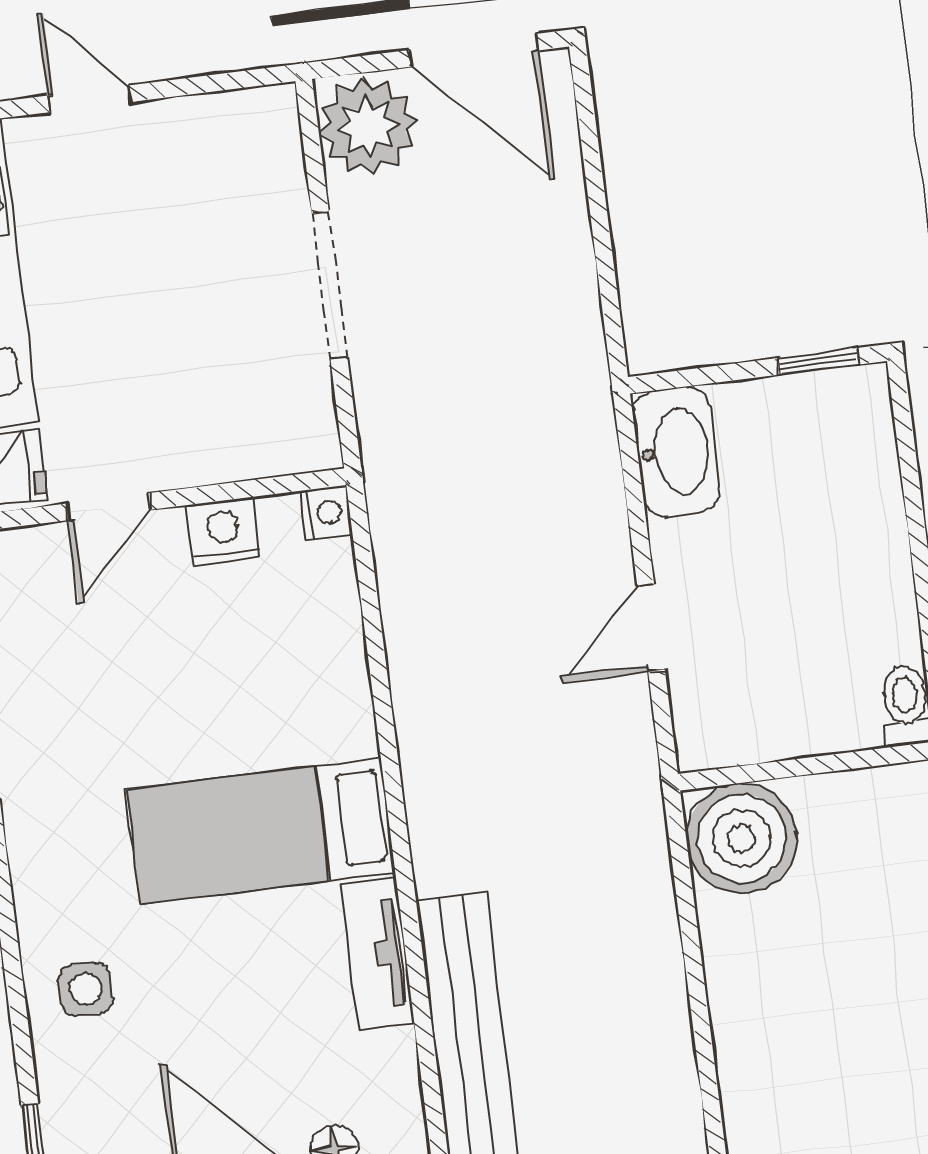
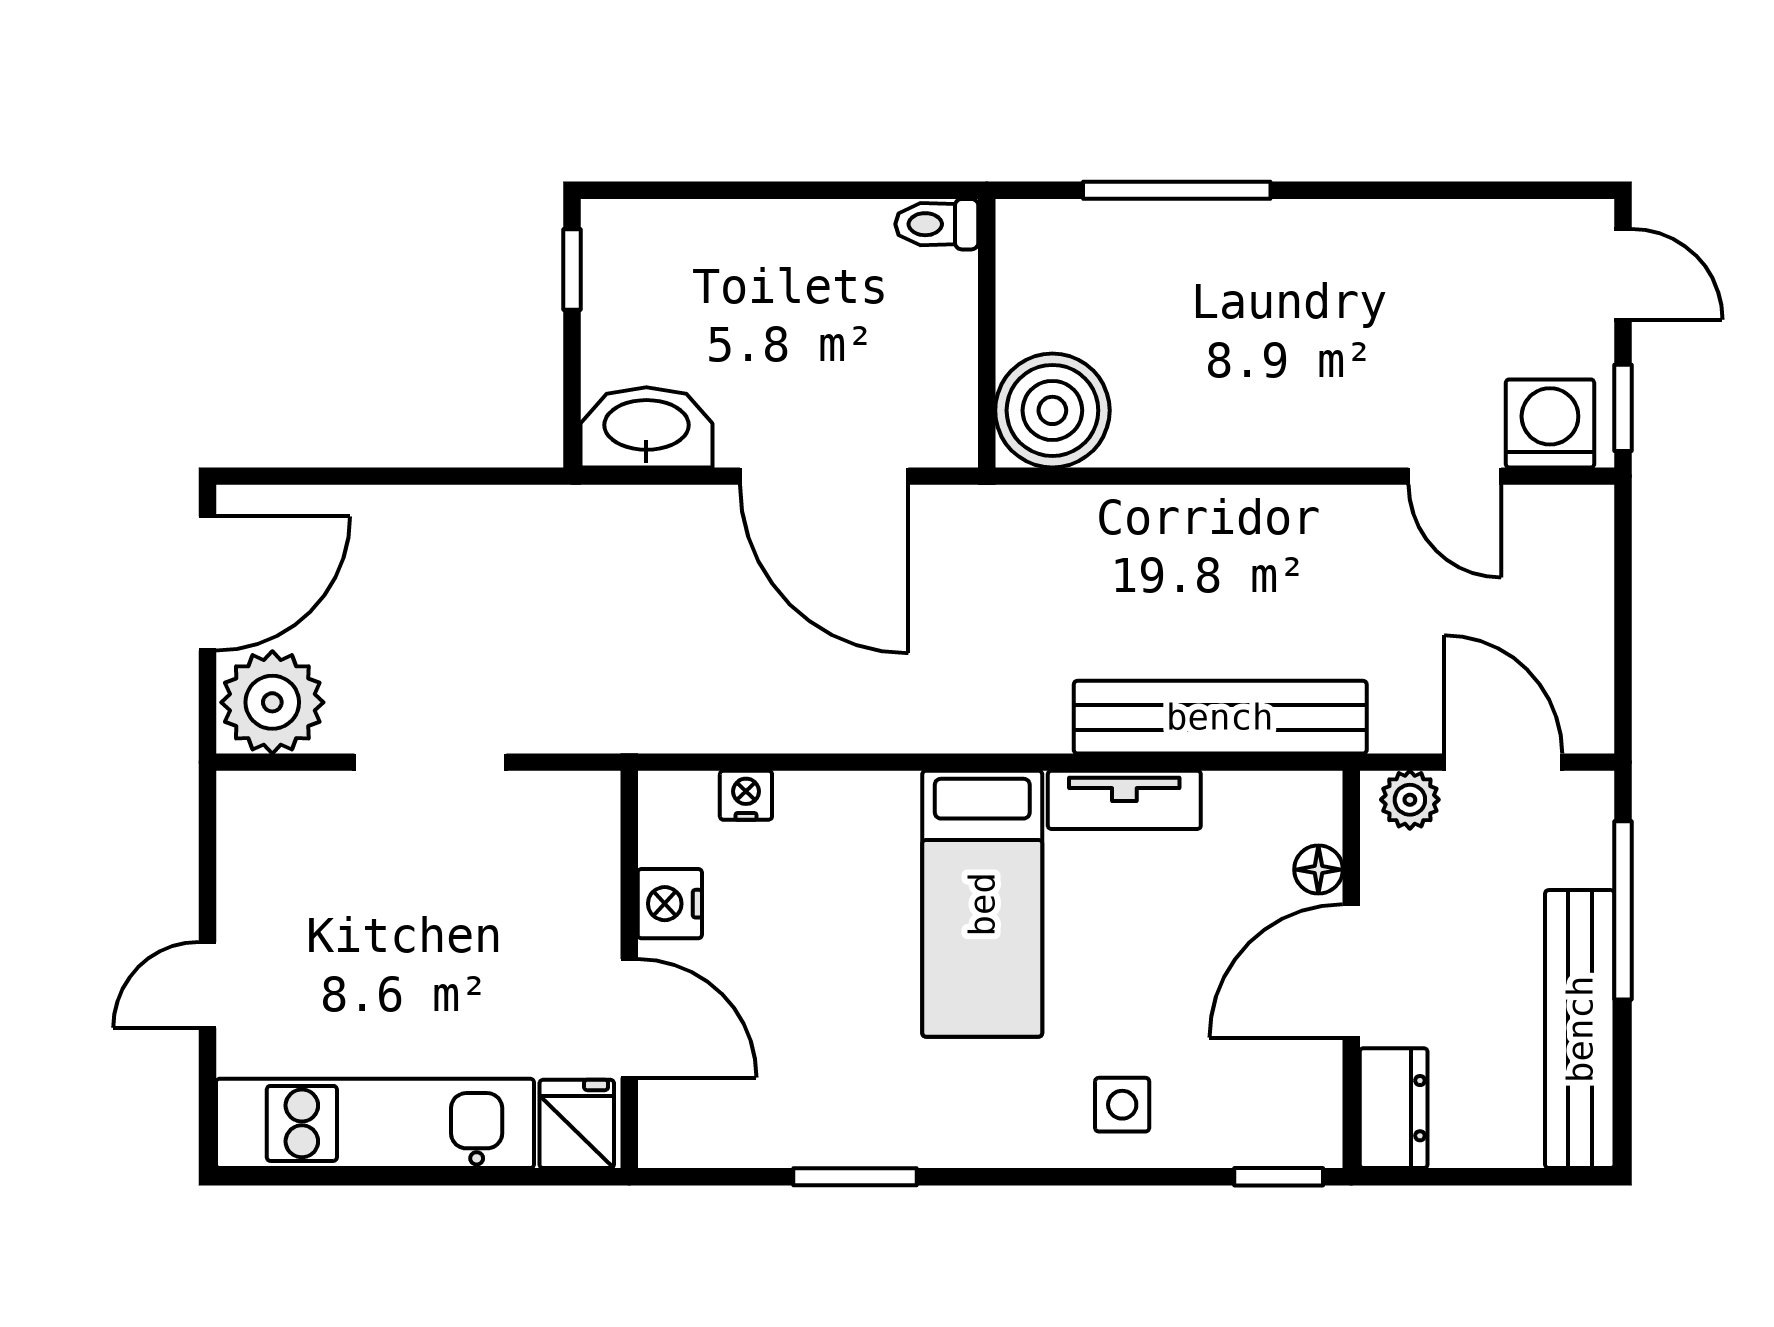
door: (108, 507) -> (629, 1018), width x1.38
nightstand: (326, 513) -> (746, 795), moved
door: (651, 628) -> (824, 476), width x1.88

